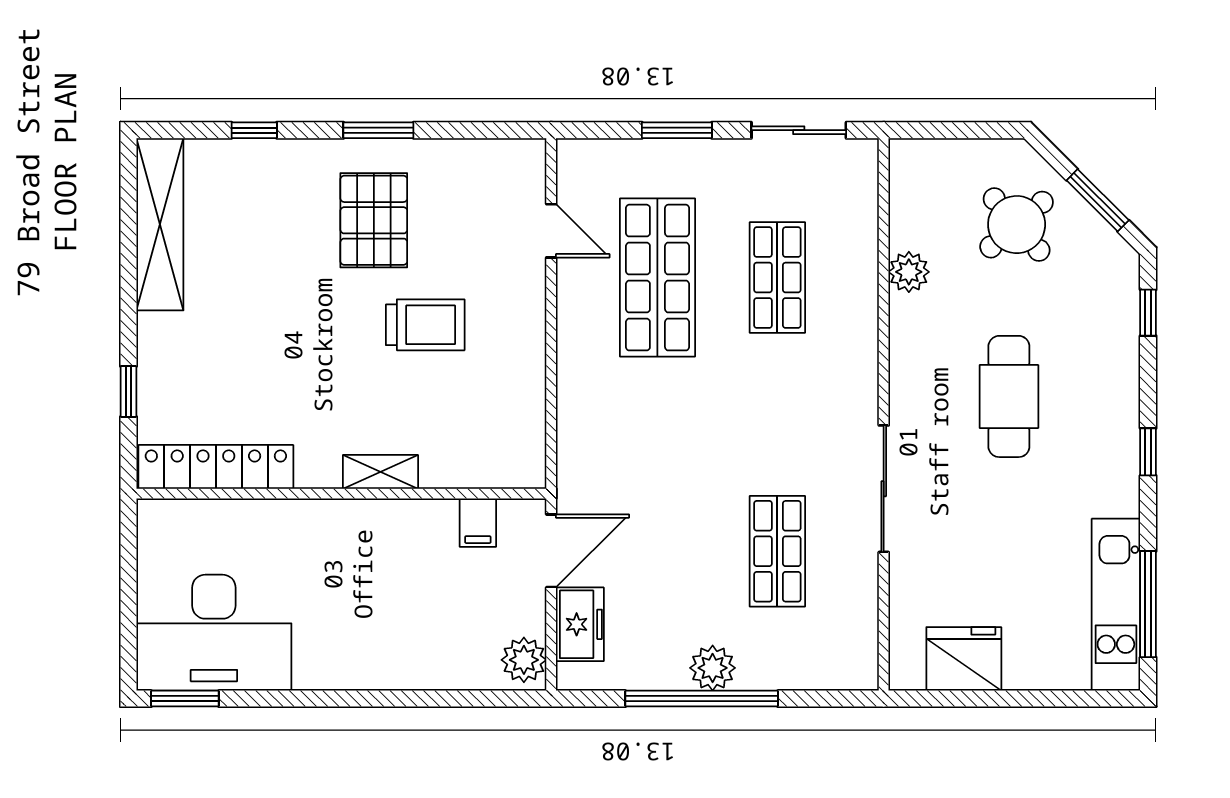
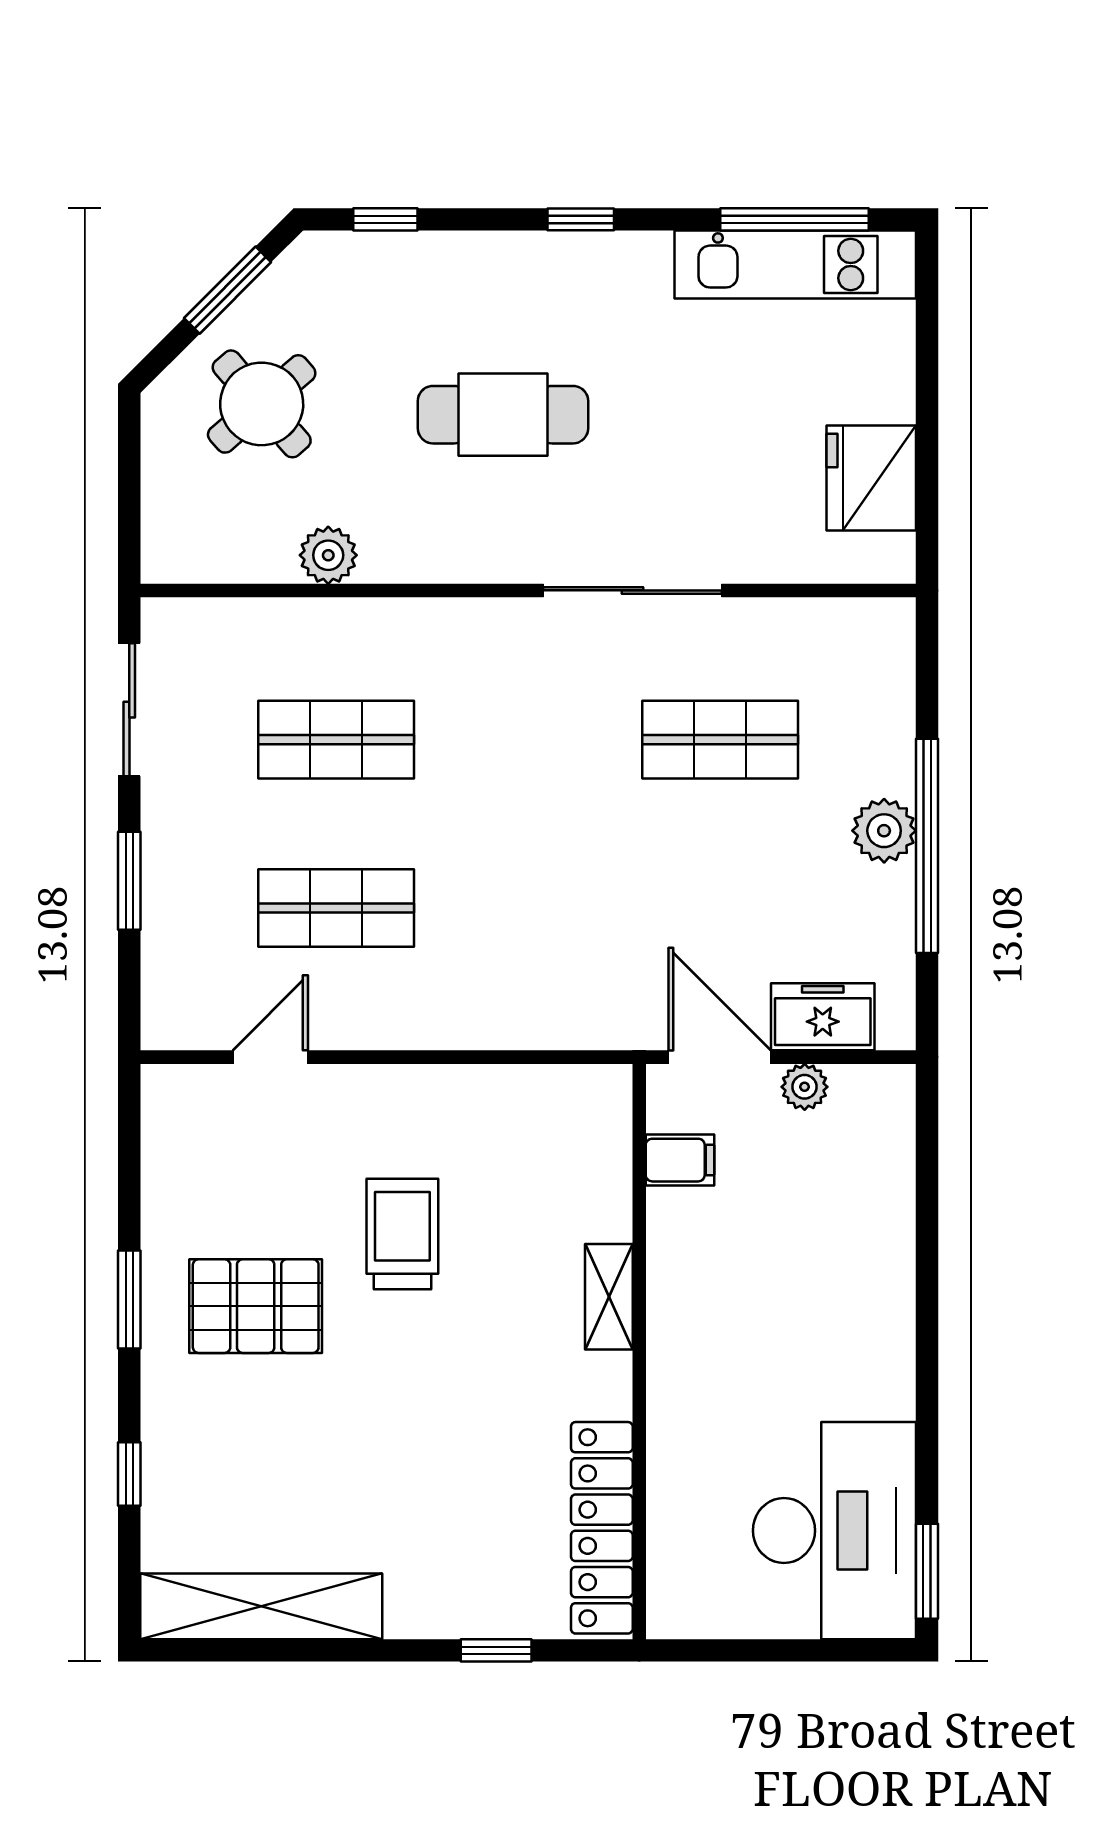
shop shelf: (657, 278) -> (336, 908), width x0.70, depth x0.74
plant: (524, 660) -> (805, 1087), moved, width x0.73, depth x0.73

